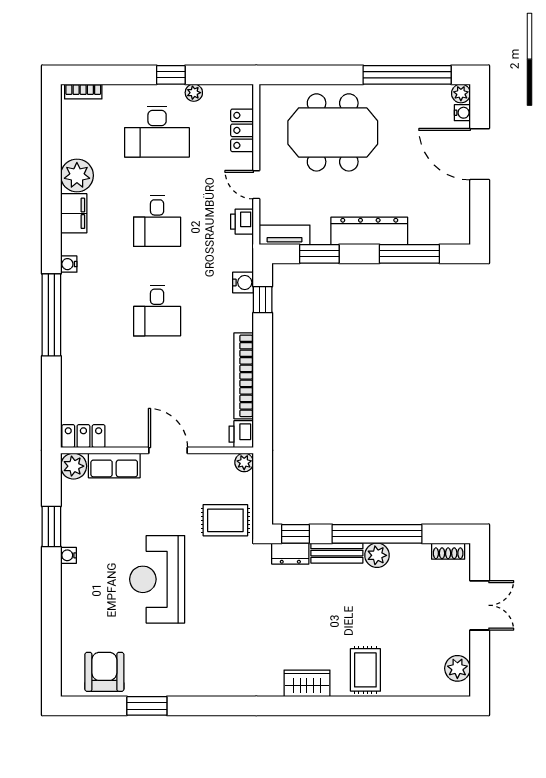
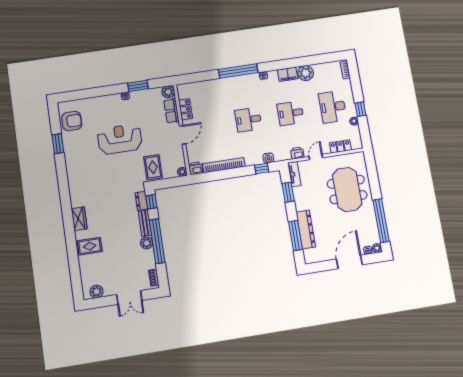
dresser: (369, 231) -> (306, 230), moved
locker: (83, 436) -> (186, 109), moved

